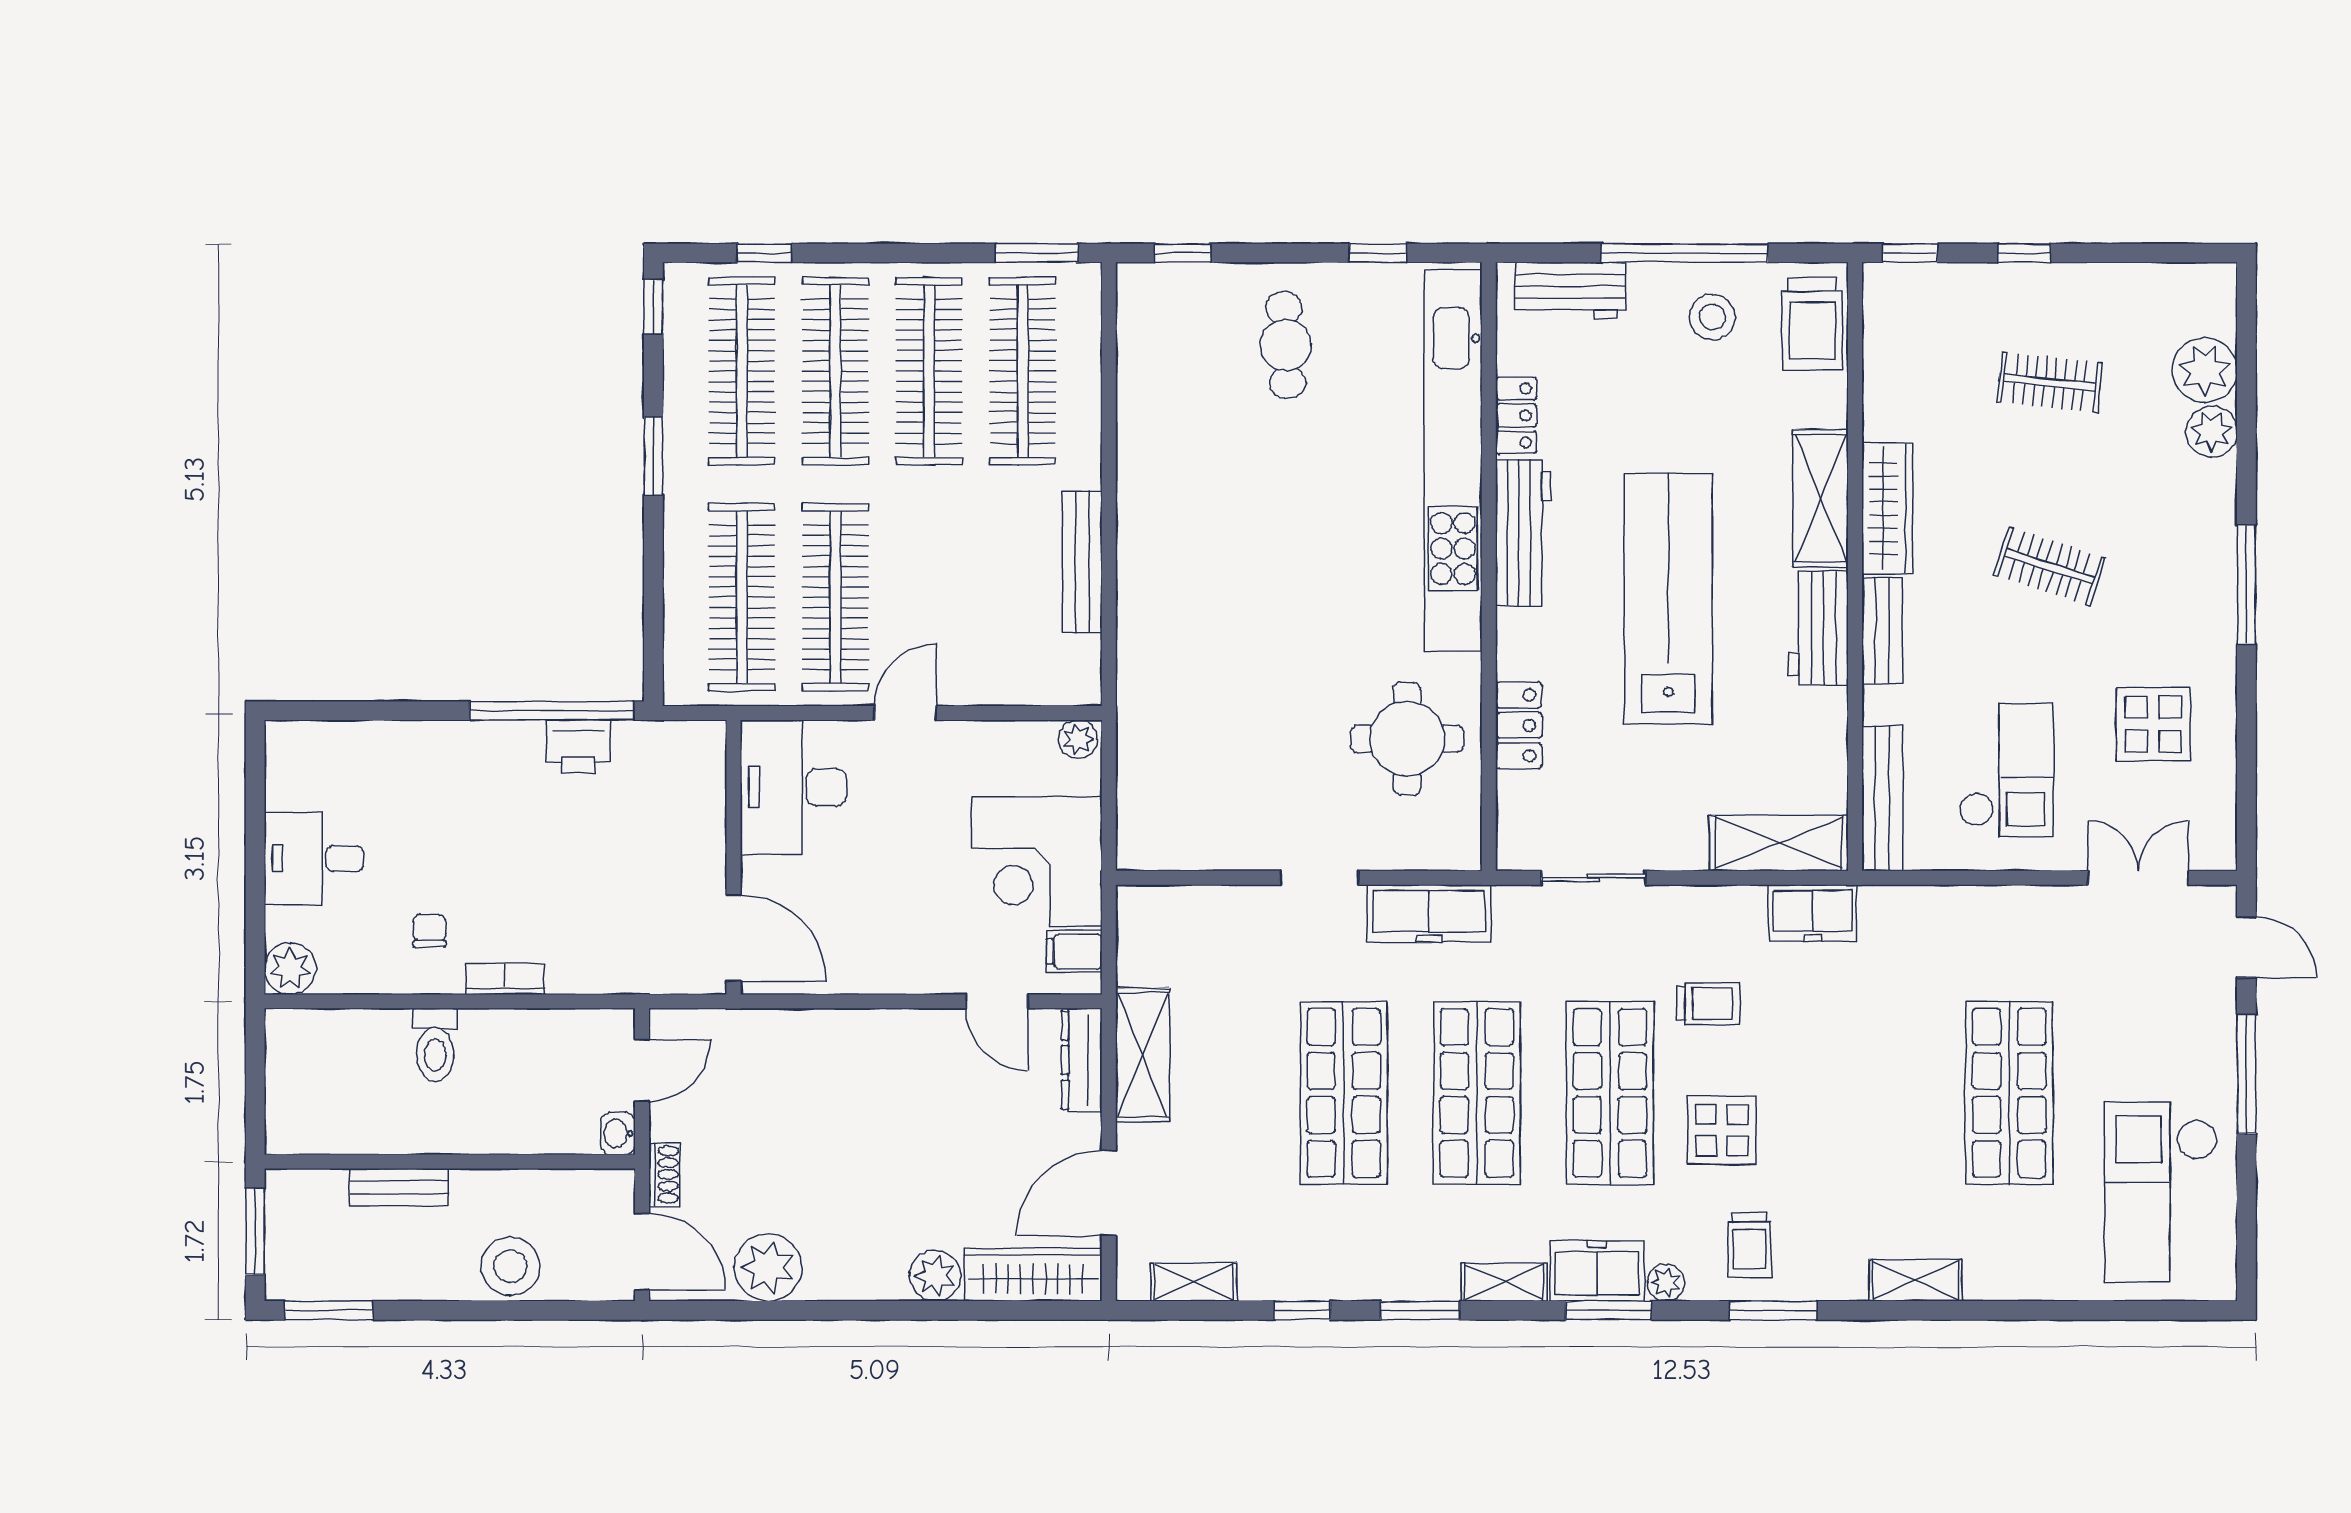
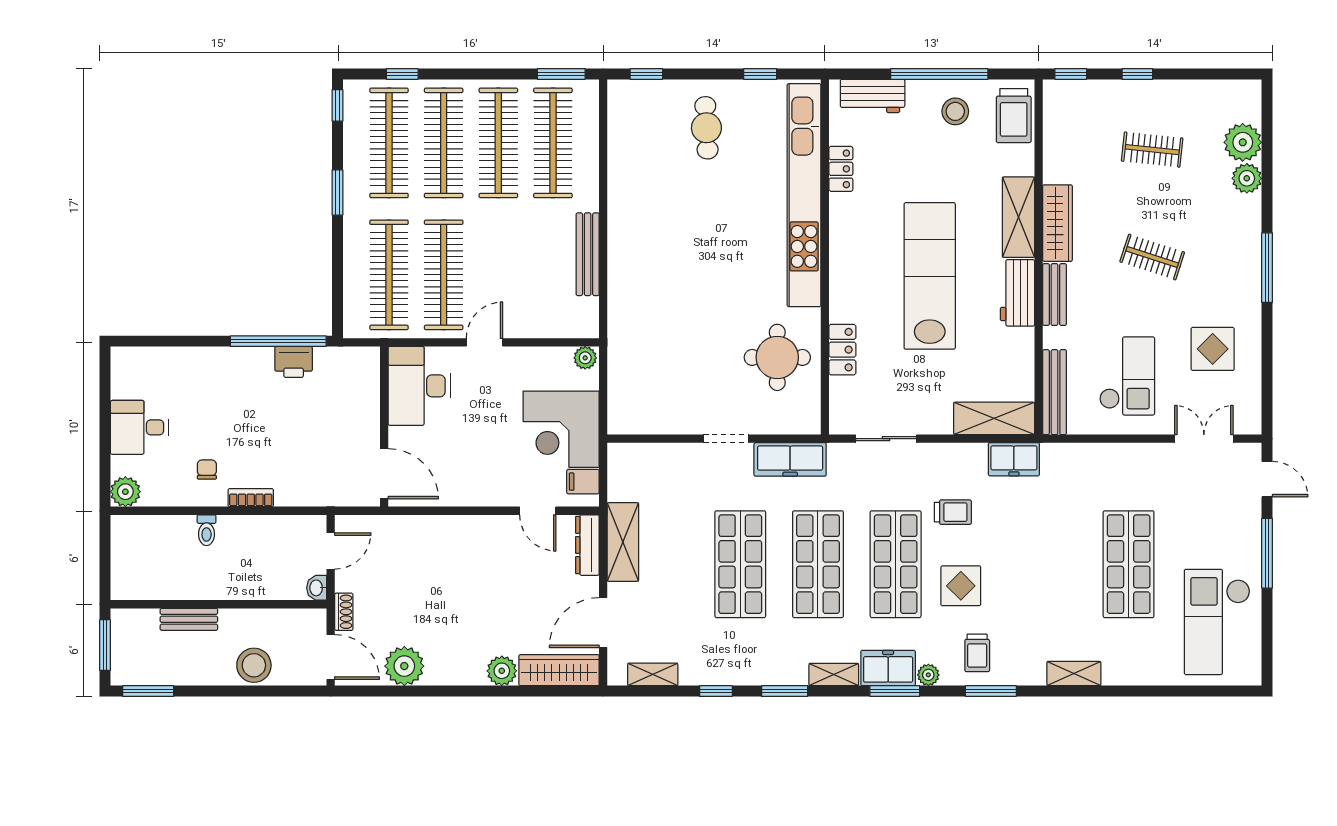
workbench: (1523, 533) -> (845, 237), removed
toilet: (435, 1045) -> (207, 530), width x0.73, depth x0.72

